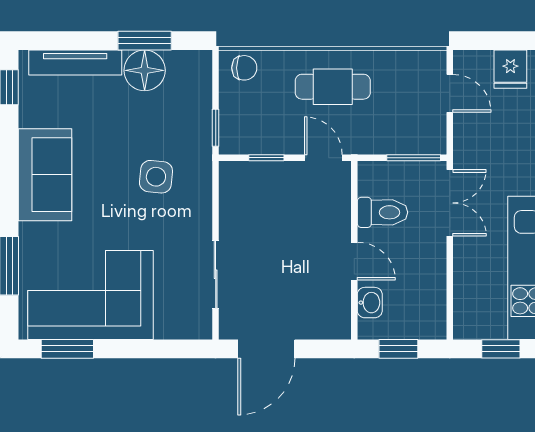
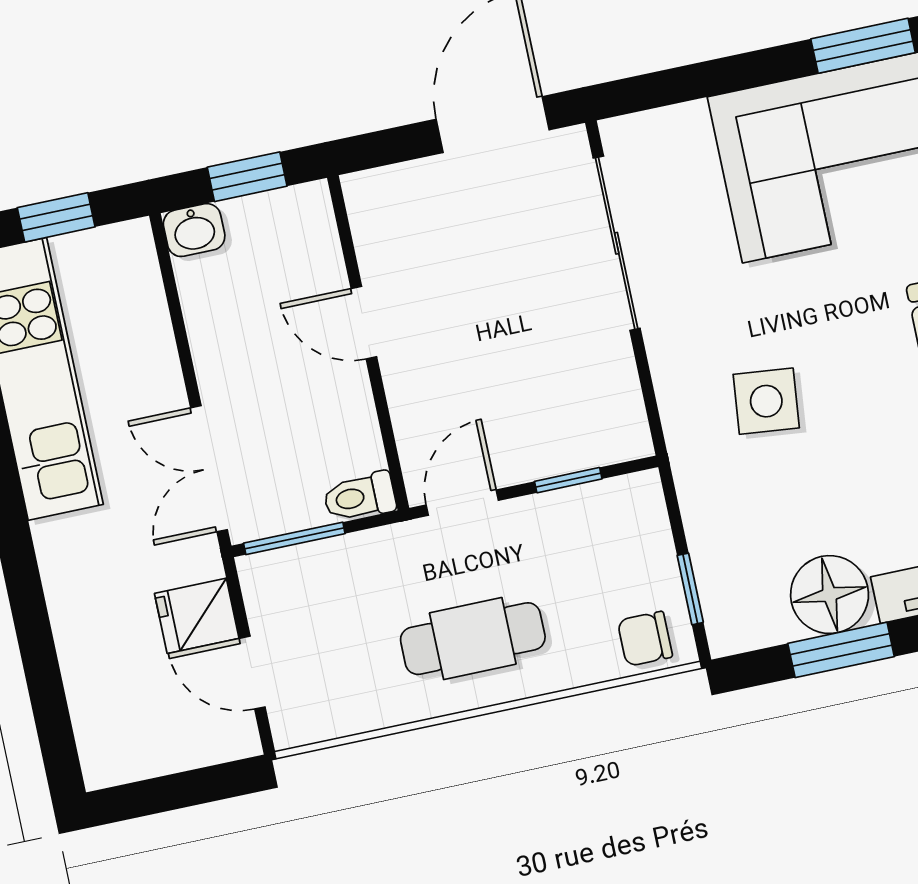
fridge: (510, 69) -> (197, 616), moved, turned -90
window: (216, 128) -> (690, 589), moved
door: (323, 158) -> (462, 503), swing flipped
toilet: (382, 212) -> (360, 497), moved, width x0.73, depth x0.72
sliding door: (216, 274) -> (617, 243), width x1.37
washbasin: (370, 303) -> (194, 230), moved, turned -90

